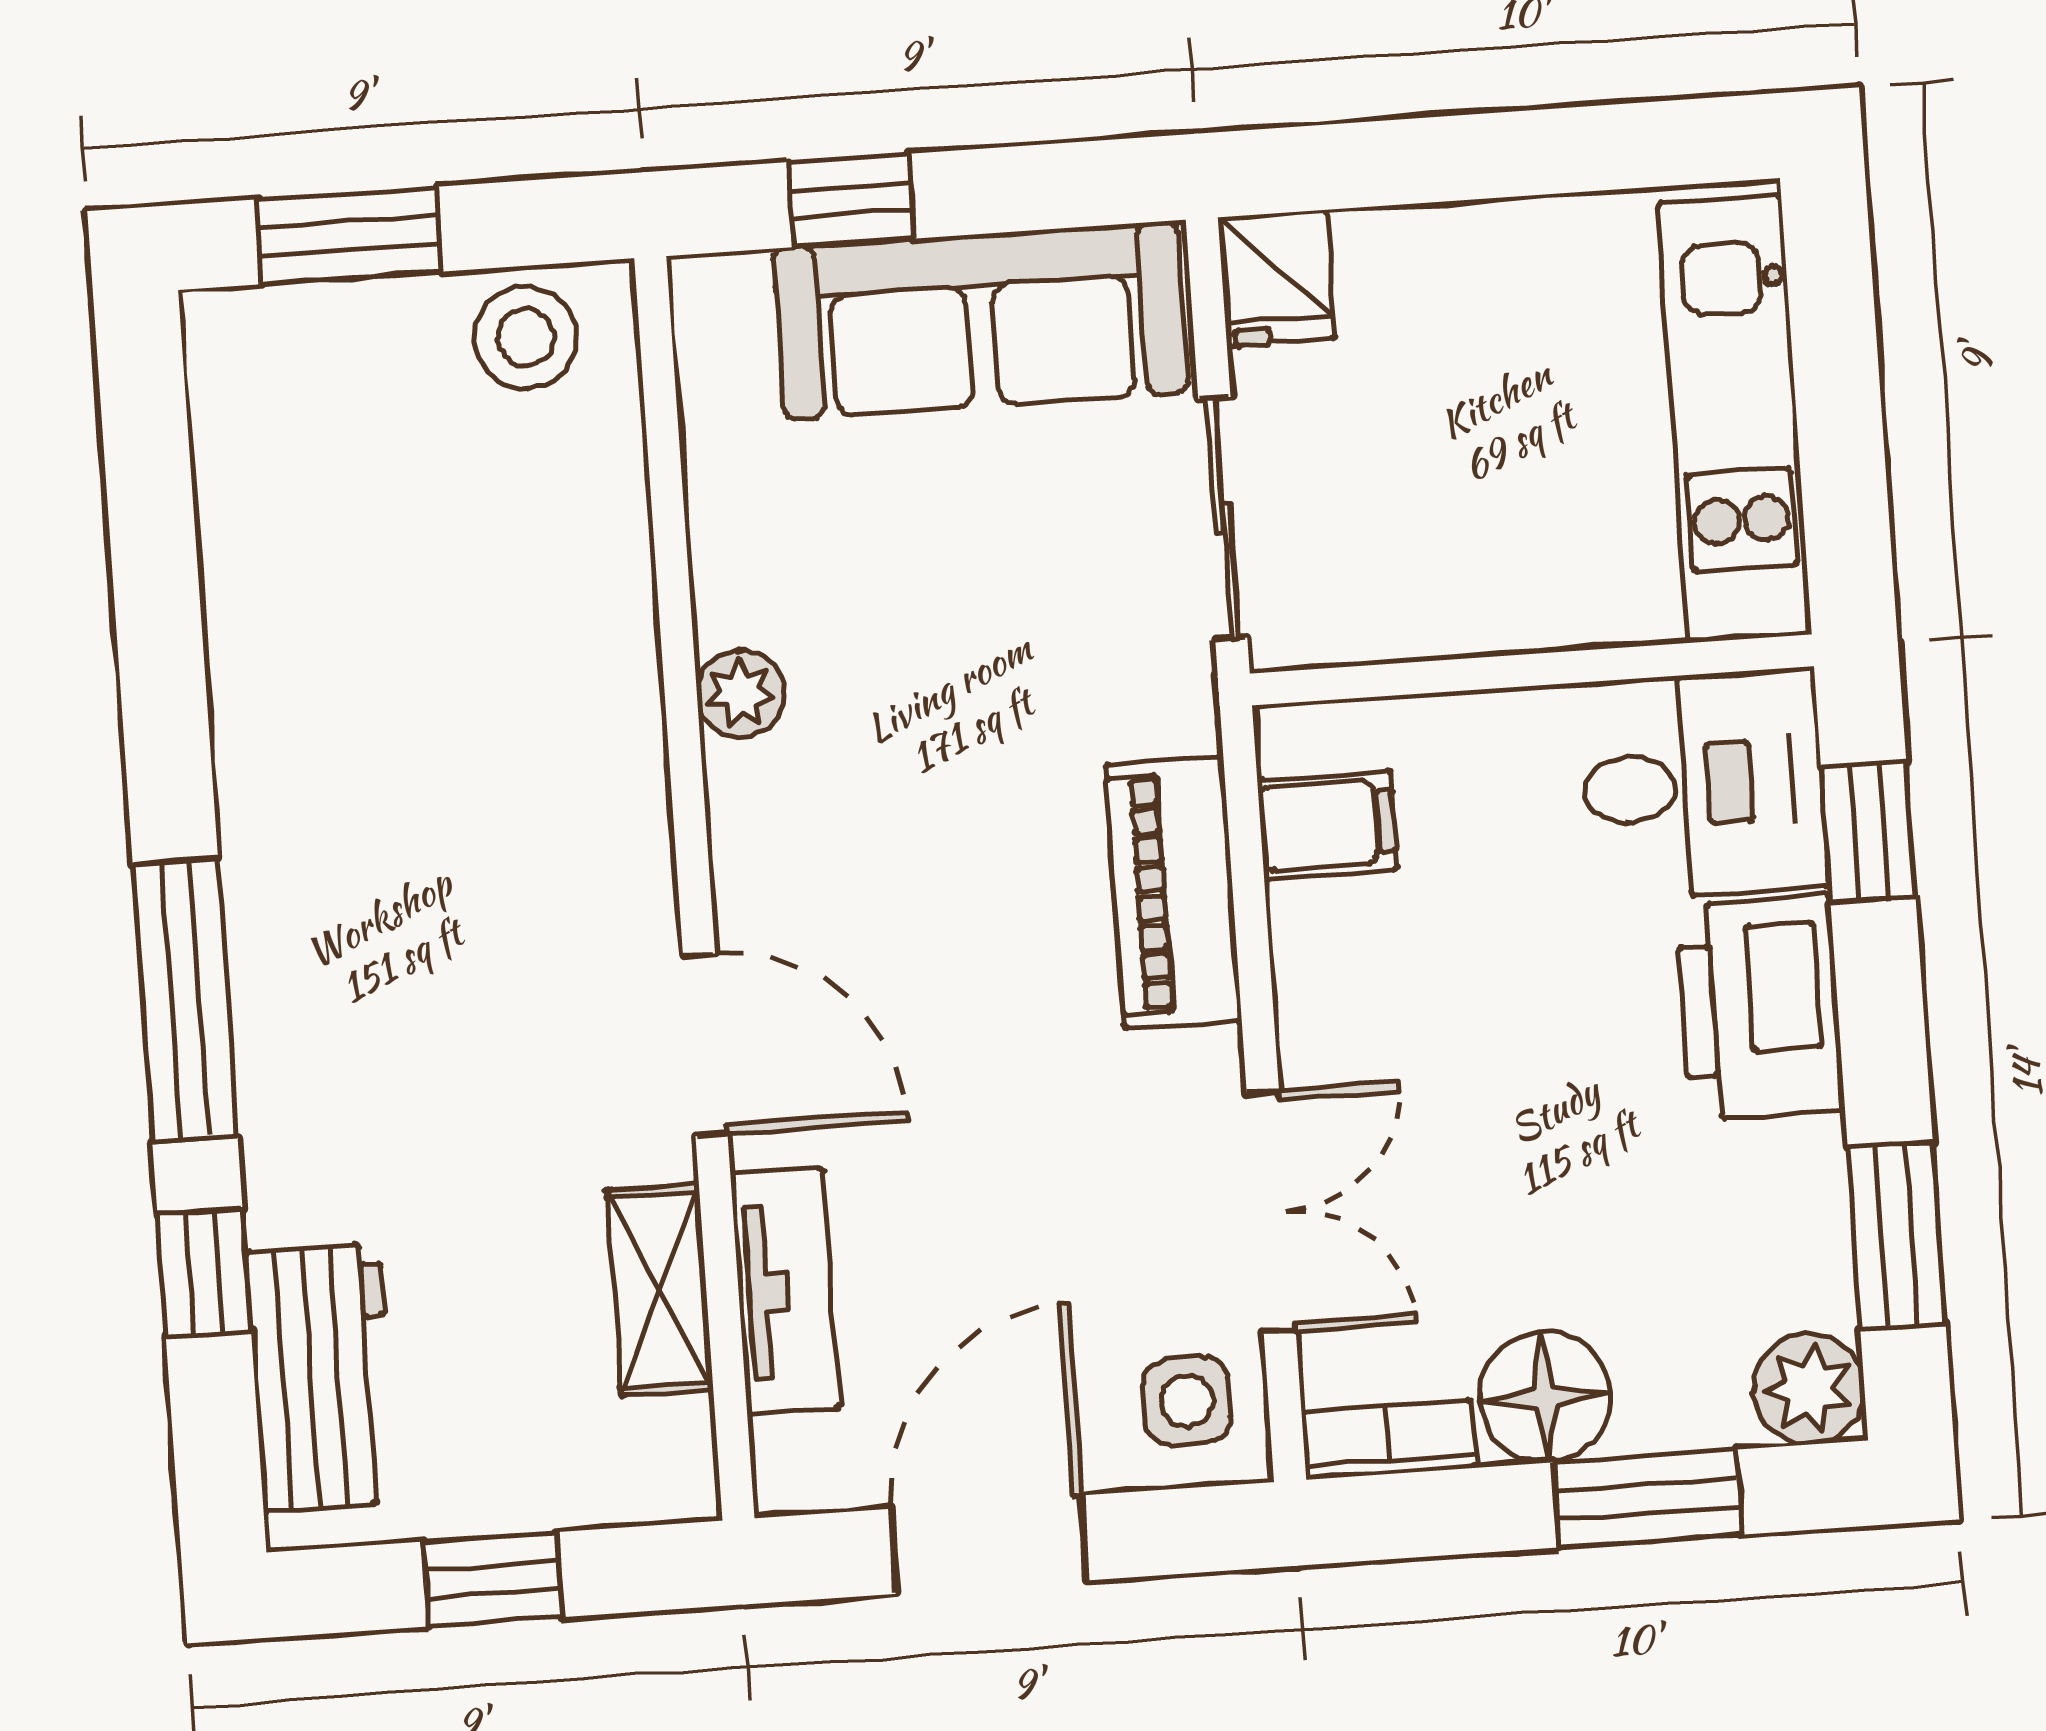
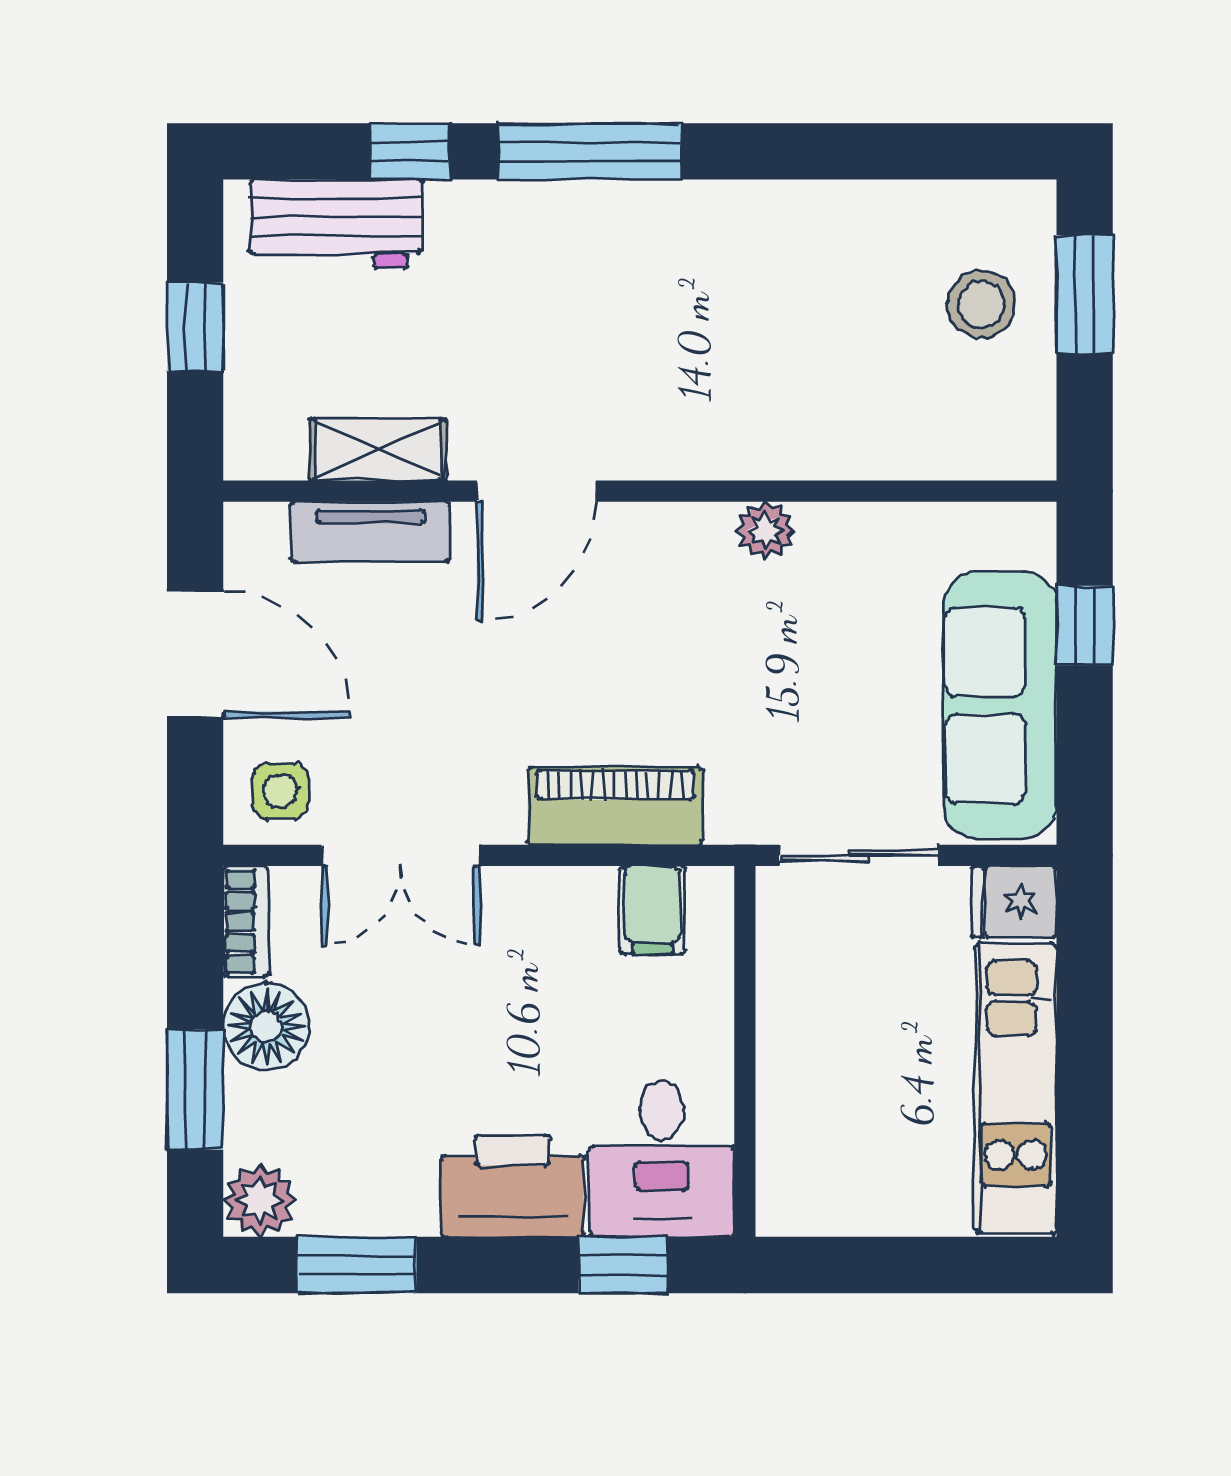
stool: (526, 338) -> (981, 304), moved
kitchen unit: (1735, 419) -> (1016, 1088), moved, turned -90

